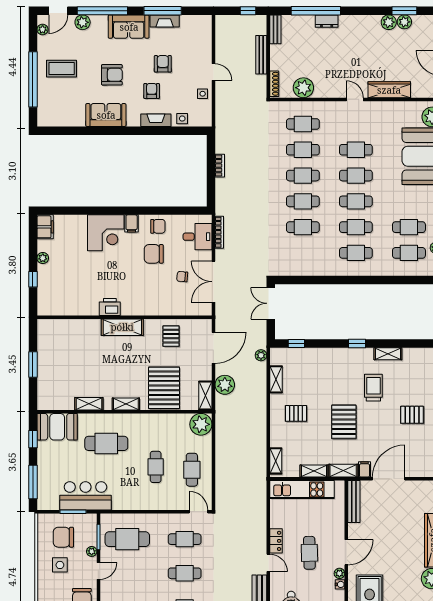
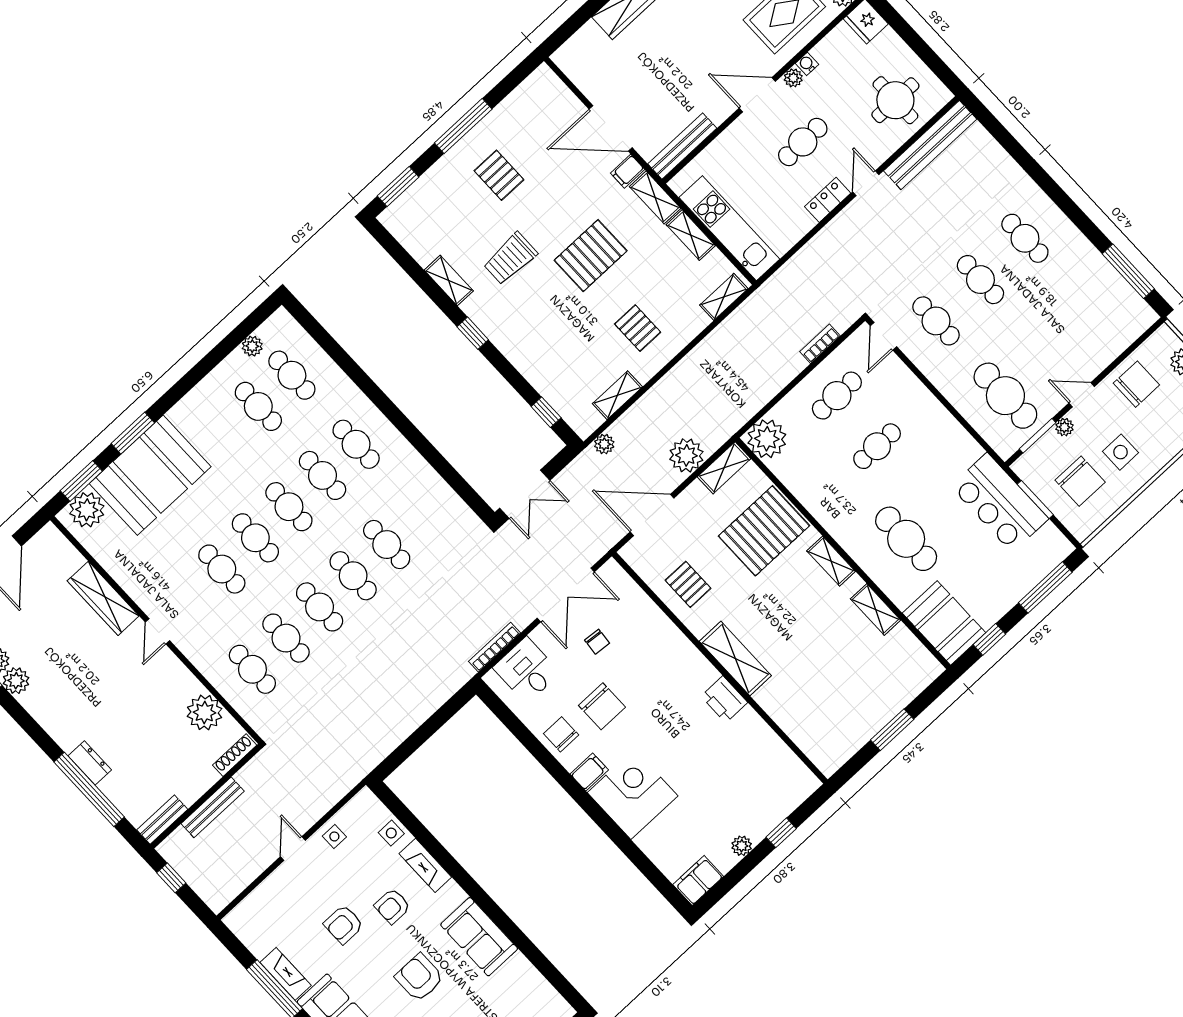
bookcase: (220, 166) -> (820, 344), moved
pallet: (171, 336) -> (688, 584), turned 90

